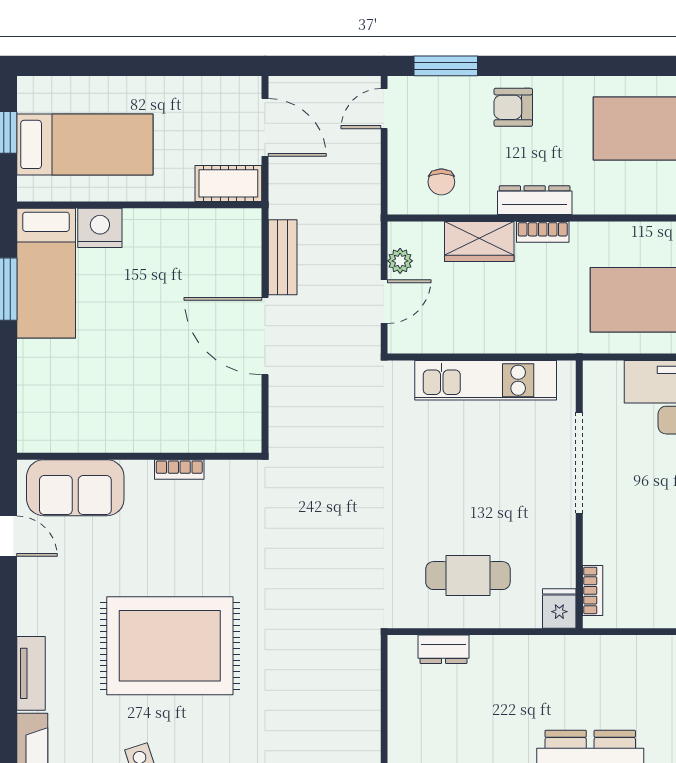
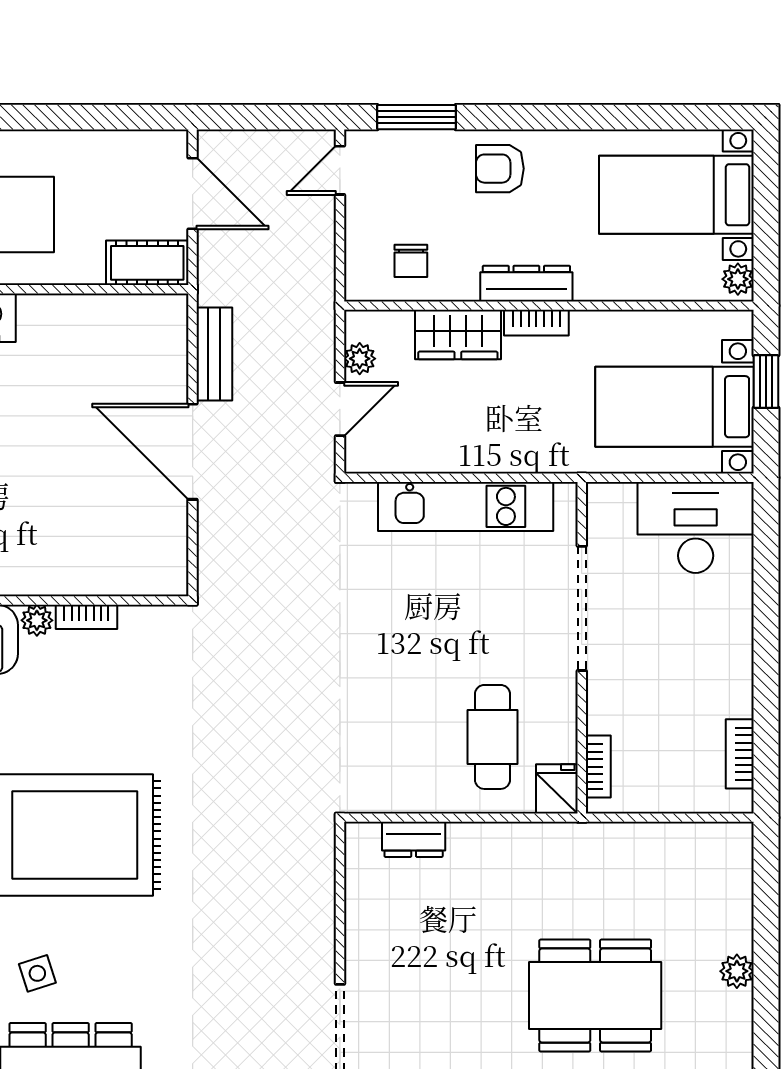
plant: (139, 472) -> (37, 620), added
cafe table: (468, 576) -> (492, 737), moved, turned 90

